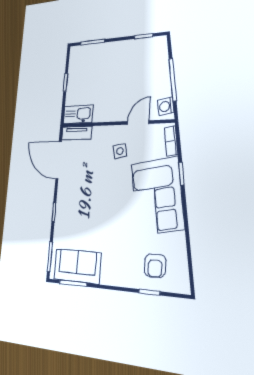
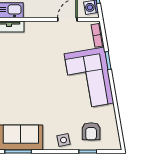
side table: (120, 151) -> (64, 140), moved

